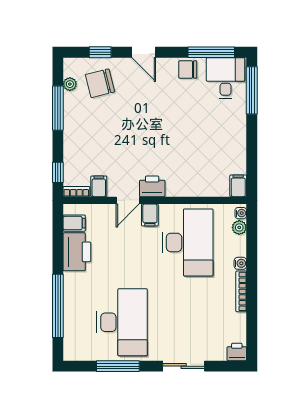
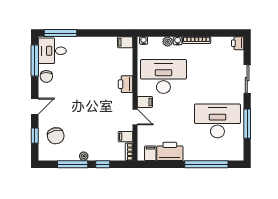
plant: (70, 84) -> (84, 156), moved
window: (58, 172) -> (103, 164), moved
printer: (152, 186) -> (126, 84), moved
plant: (239, 227) -> (168, 42), moved

